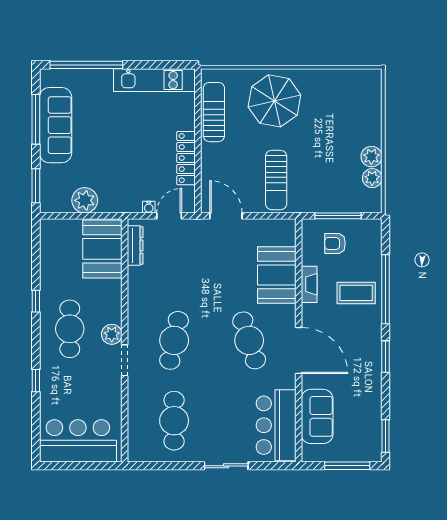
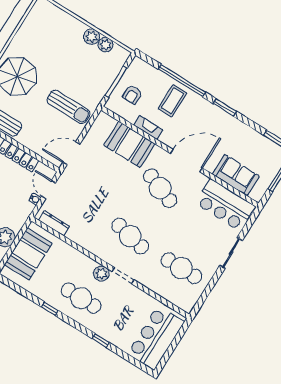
booth: (102, 249) -> (28, 254), moved, turned 90
cafe table: (249, 340) -> (160, 188), turned 39

